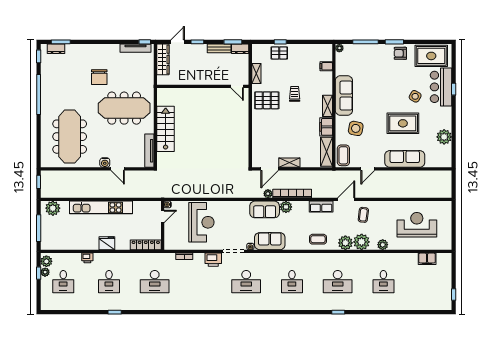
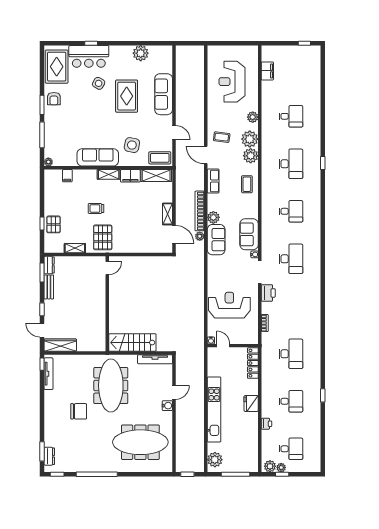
wall: (203, 86) -> (107, 304), moved
door: (237, 86) -> (107, 268), moved

